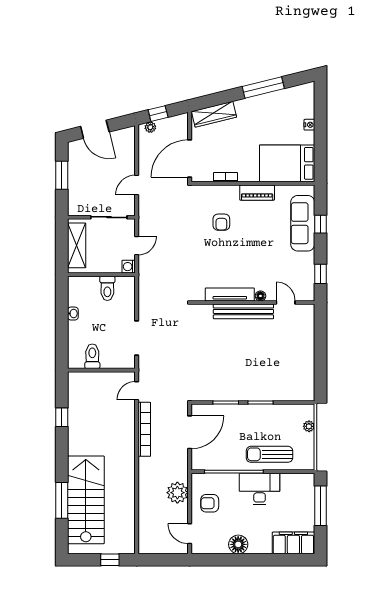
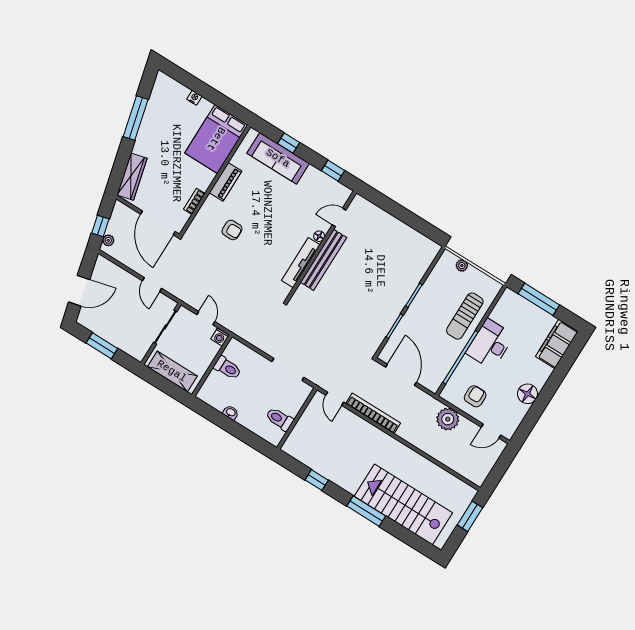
window: (62, 500) -> (366, 511), moved
armchair: (210, 503) -> (475, 396), turned 180
window: (110, 560) -> (470, 516), width x1.50

